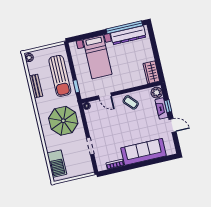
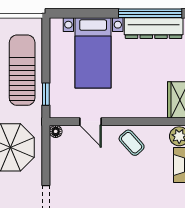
sun lounger: (60, 76) -> (22, 70), turned 180

